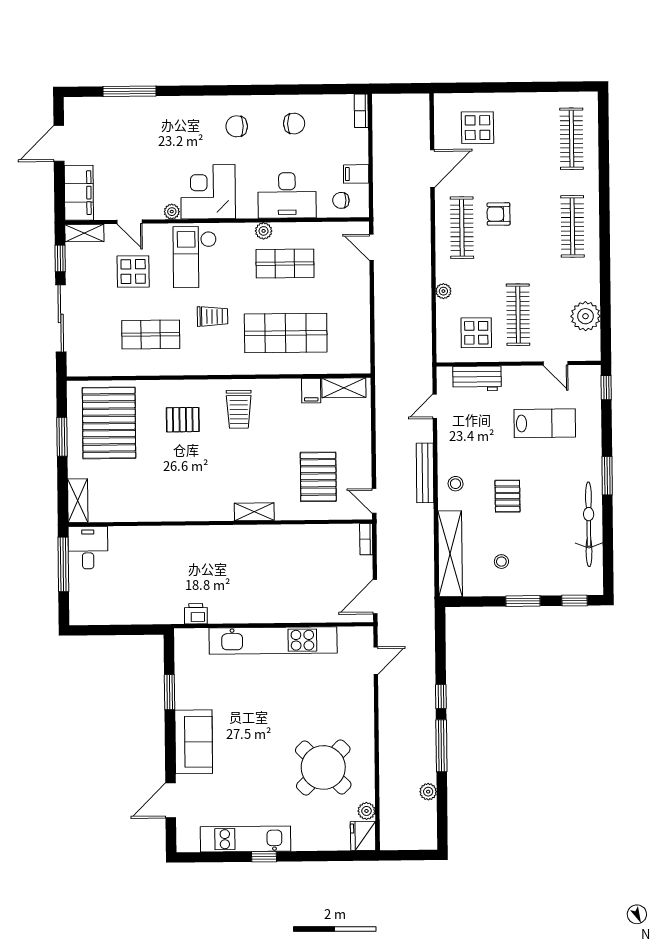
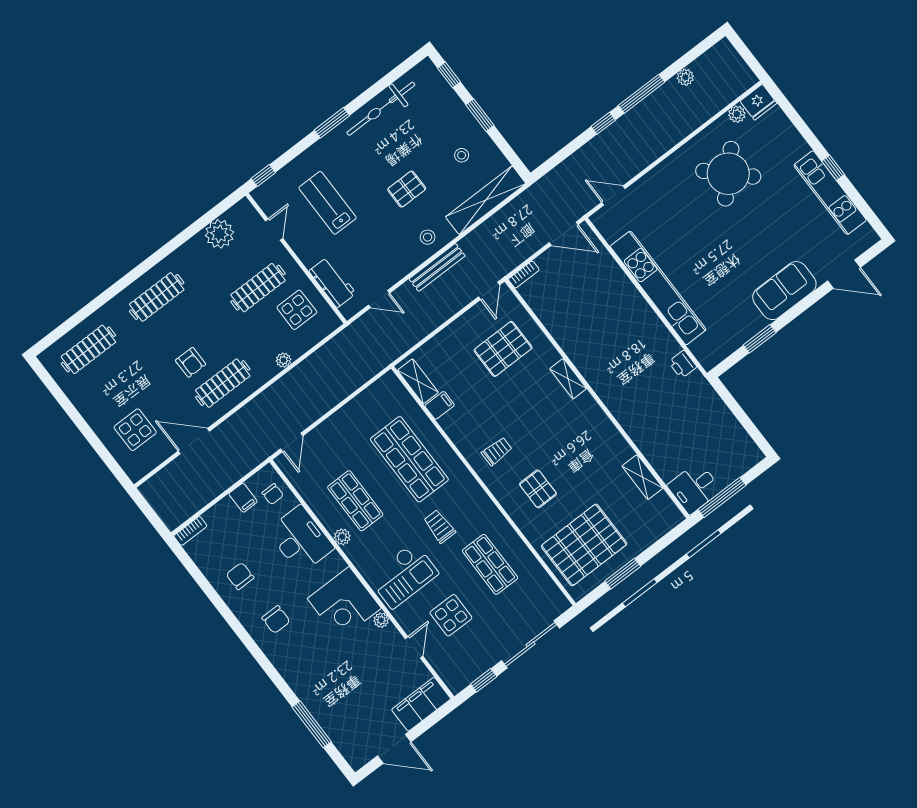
shelving: (84, 233) -> (450, 676), removed
trolley: (239, 409) -> (497, 451), width x0.73, depth x0.72
shelving: (78, 501) -> (642, 477), moved, turned 90

